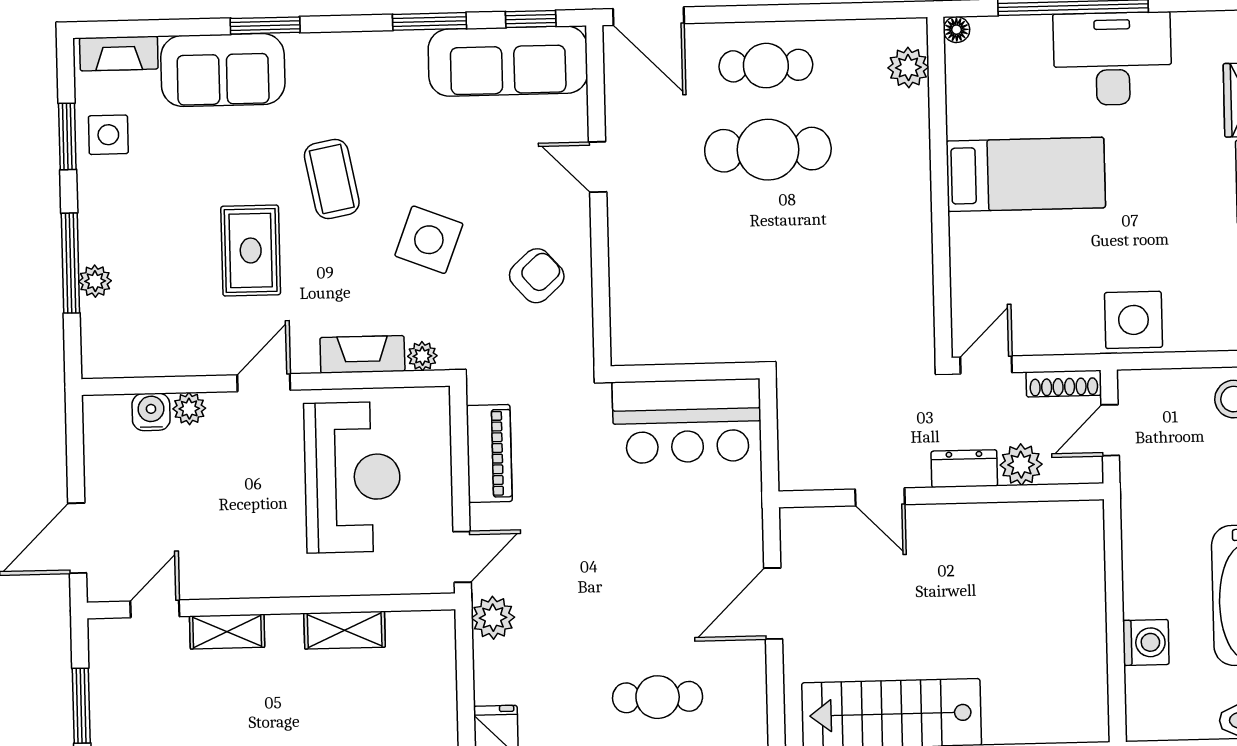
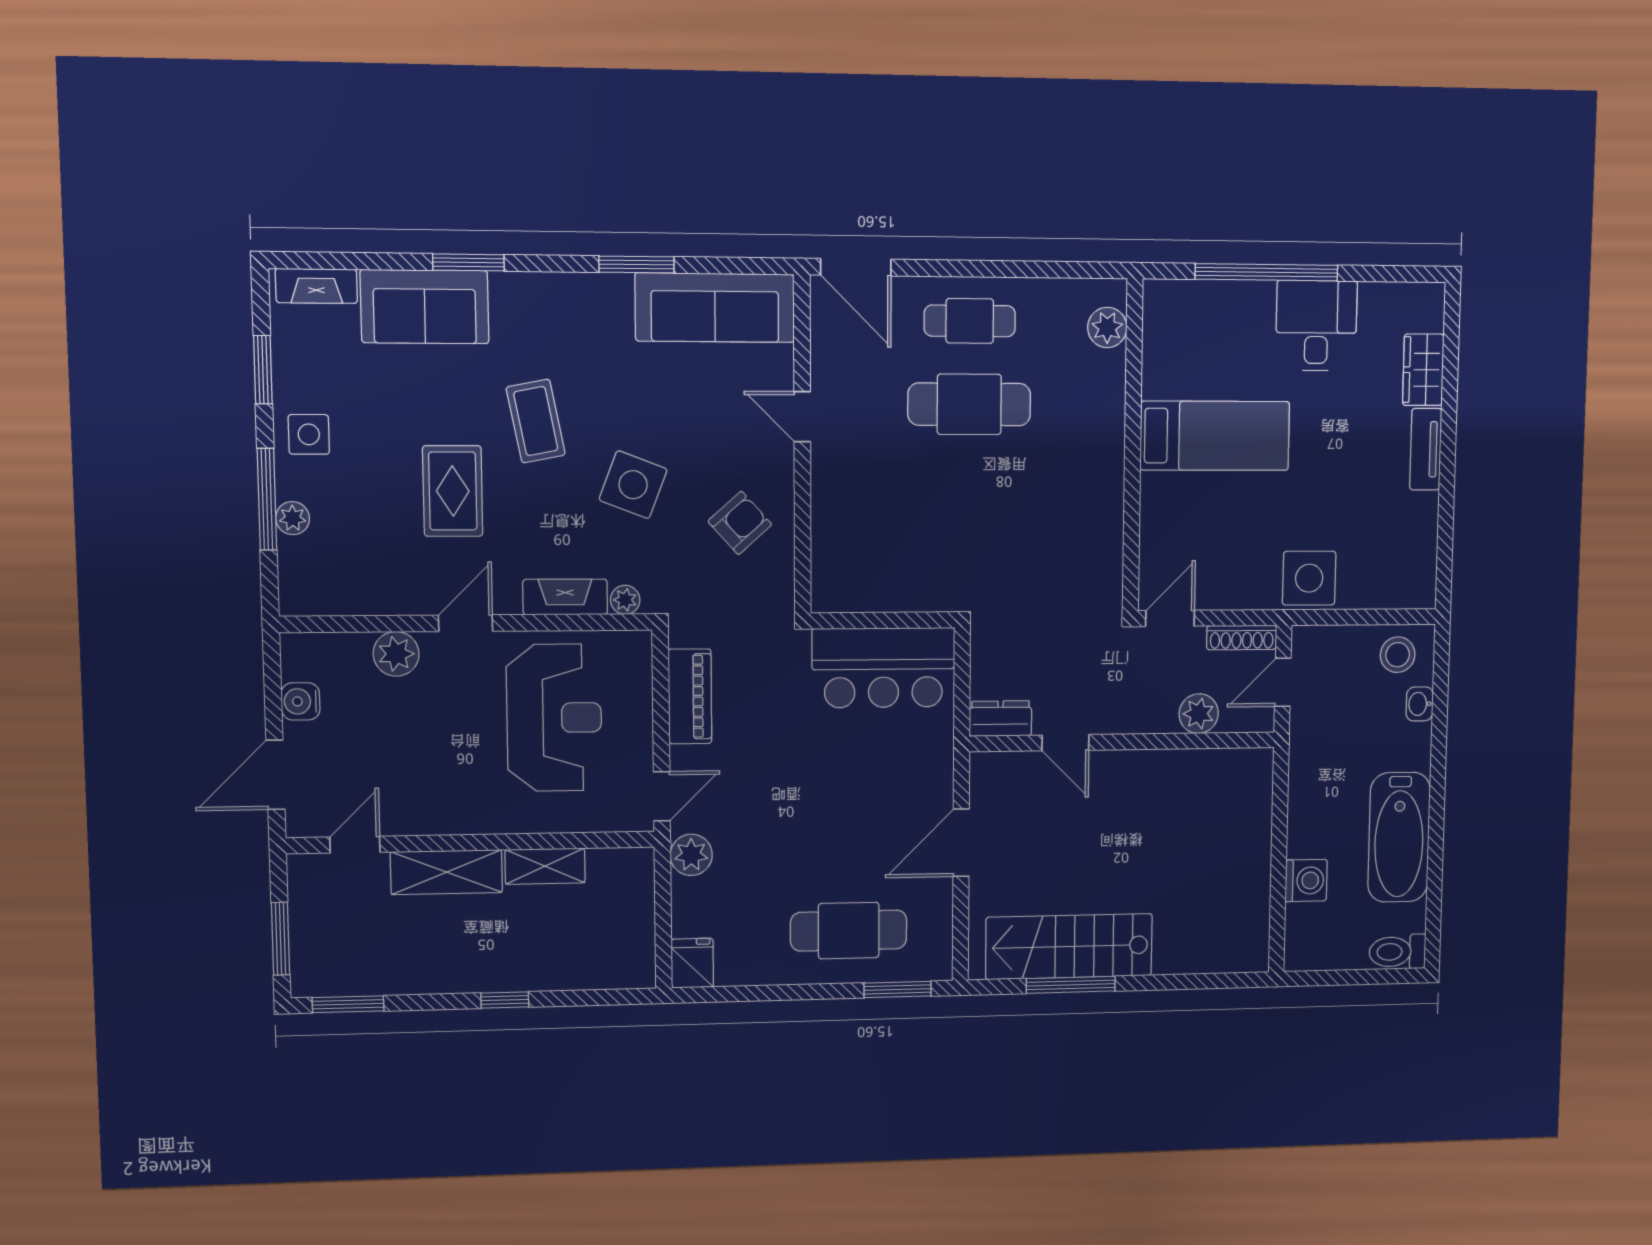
window: (531, 19) -> (739, 266), removed
floor lamp: (957, 30) -> (1155, 292), removed
desk: (1112, 59) -> (1316, 326), width x0.73
side table: (108, 135) -> (309, 434), moved
plant: (189, 409) -> (396, 654), width x1.38, depth x1.38
water cooler: (151, 412) -> (300, 701), moved, turned -90
dresser: (964, 469) -> (1000, 719), moved
shelving: (227, 632) -> (446, 872), width x1.50, depth x1.33
cafe table: (658, 697) -> (849, 931), width x1.37, depth x1.35

